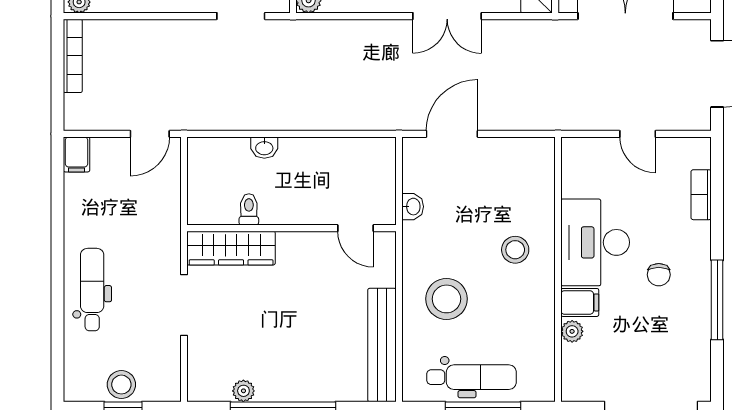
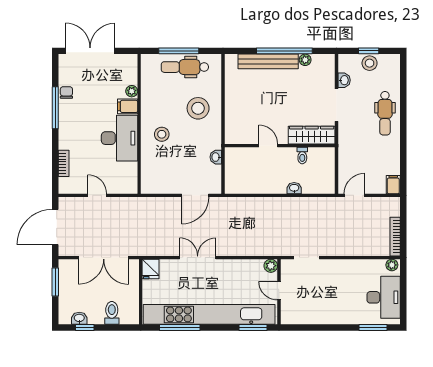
door: (356, 228) -> (268, 146), moved
chair: (659, 275) -> (66, 92), moved
bench: (382, 345) -> (268, 61), moved, turned 90
washbasin: (170, 352) -> (344, 80), added

